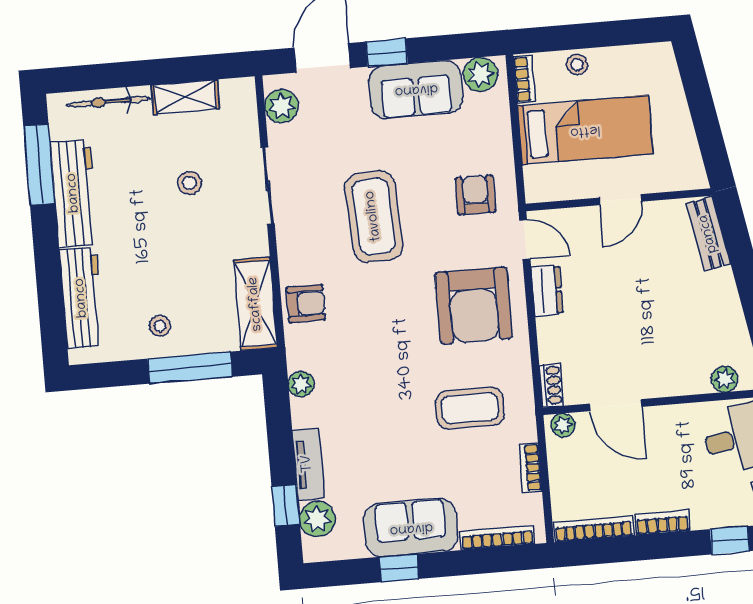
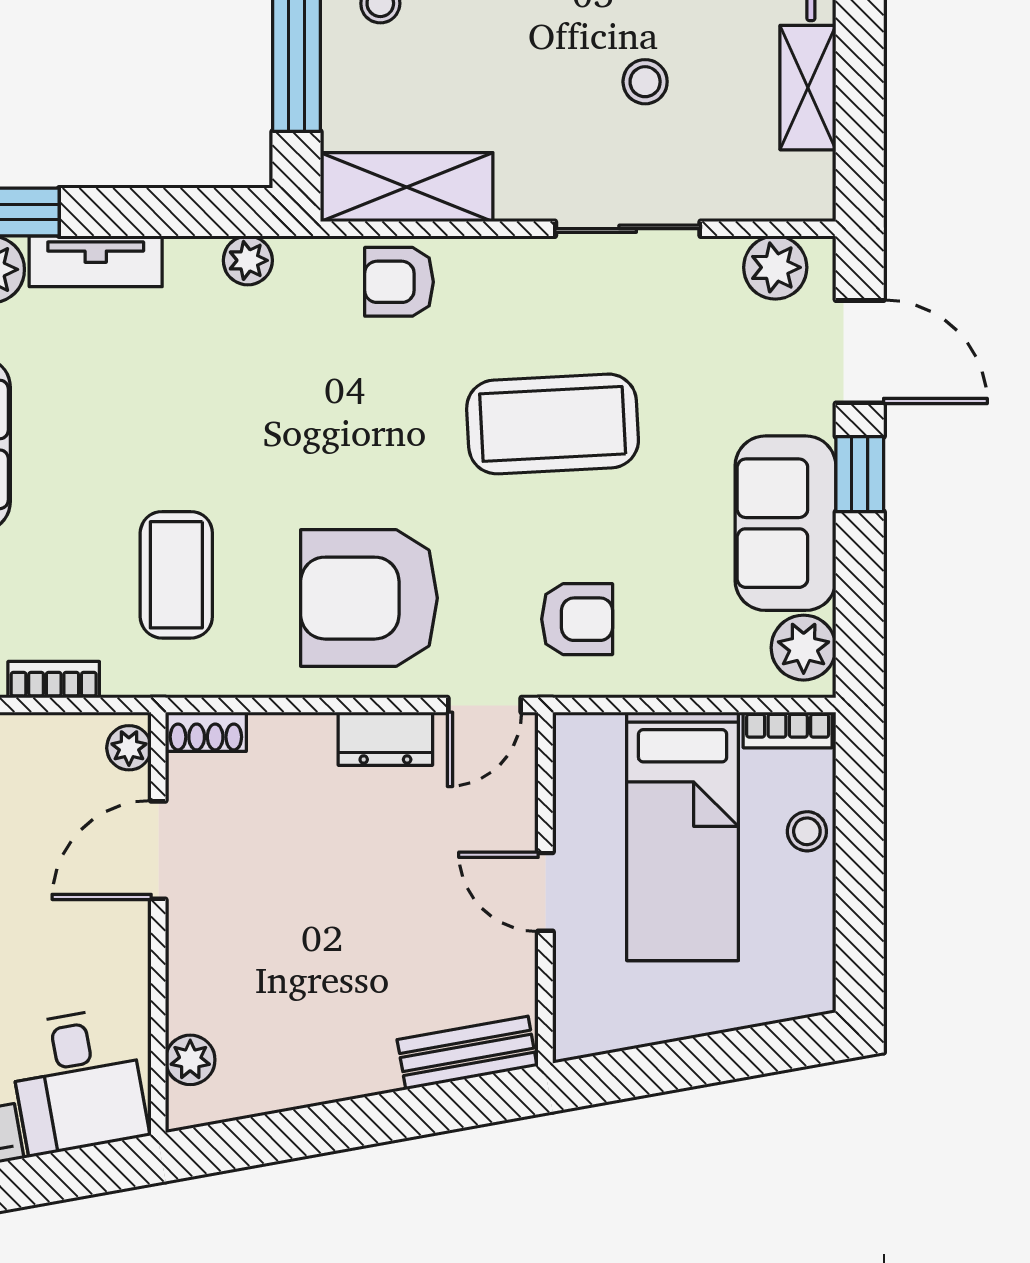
armchair: (306, 304) -> (399, 282), turned 90

